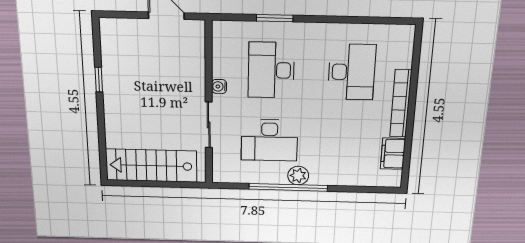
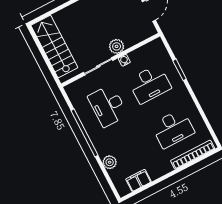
desk: (271, 70) -> (150, 84), turned 180
plant: (194, 87) -> (117, 46), added
bookcase: (401, 103) -> (193, 155), moved
plant: (298, 176) -> (110, 162), moved

